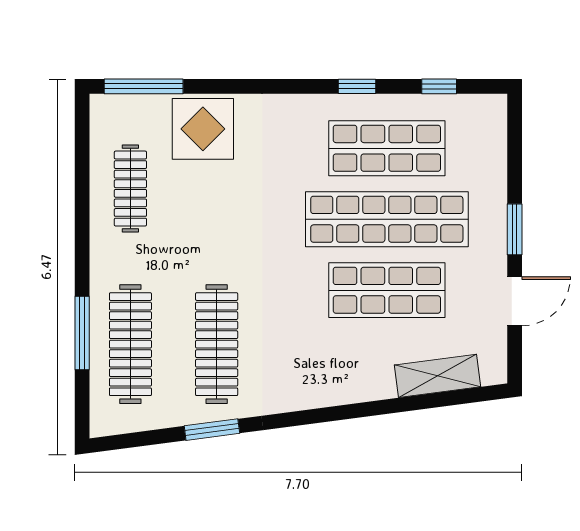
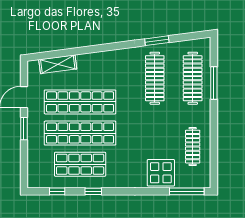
shop shelf: (387, 290) -> (80, 102), width x1.40

